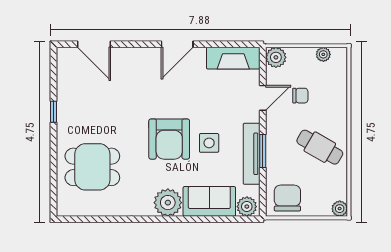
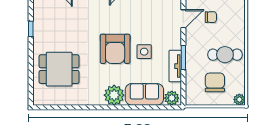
cafe table: (320, 147) -> (225, 55), turned -30
tv unit: (252, 154) -> (175, 66), width x0.71
chair: (287, 198) -> (215, 82), moved

